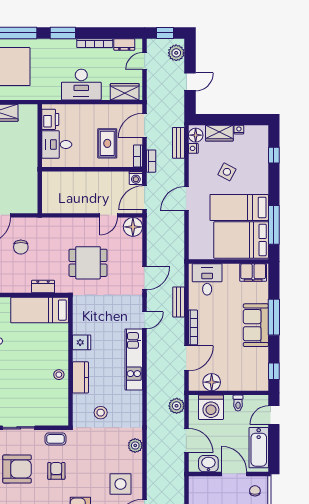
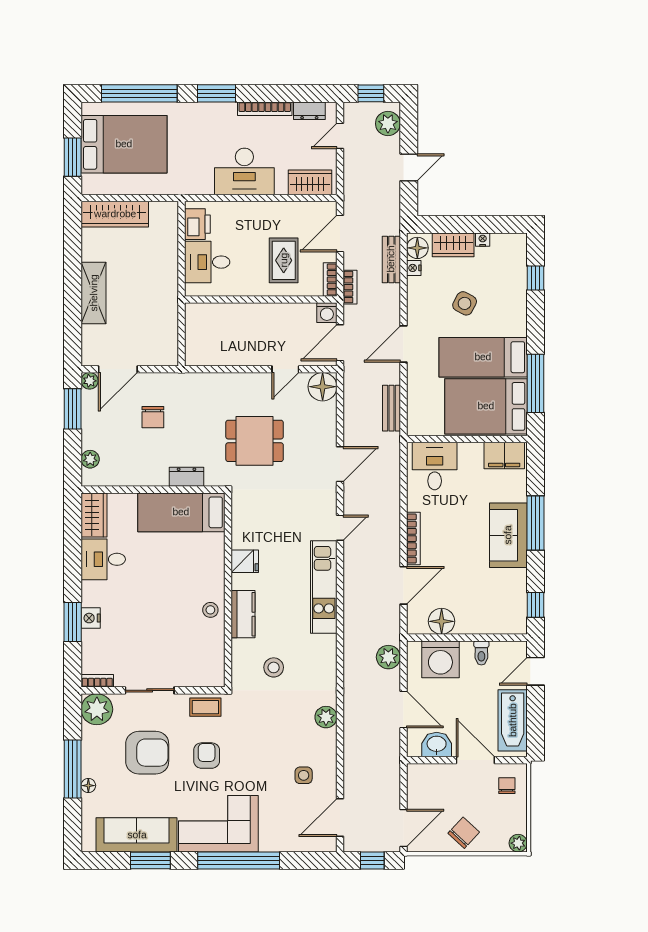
bench: (179, 302) -> (392, 408), moved
side table: (120, 484) -> (304, 775), width x0.54, depth x0.54

